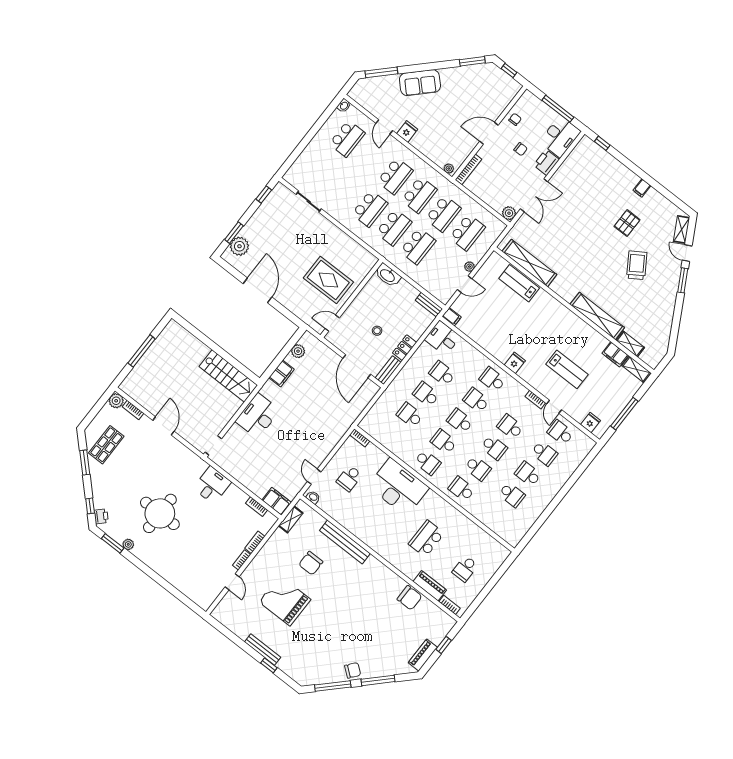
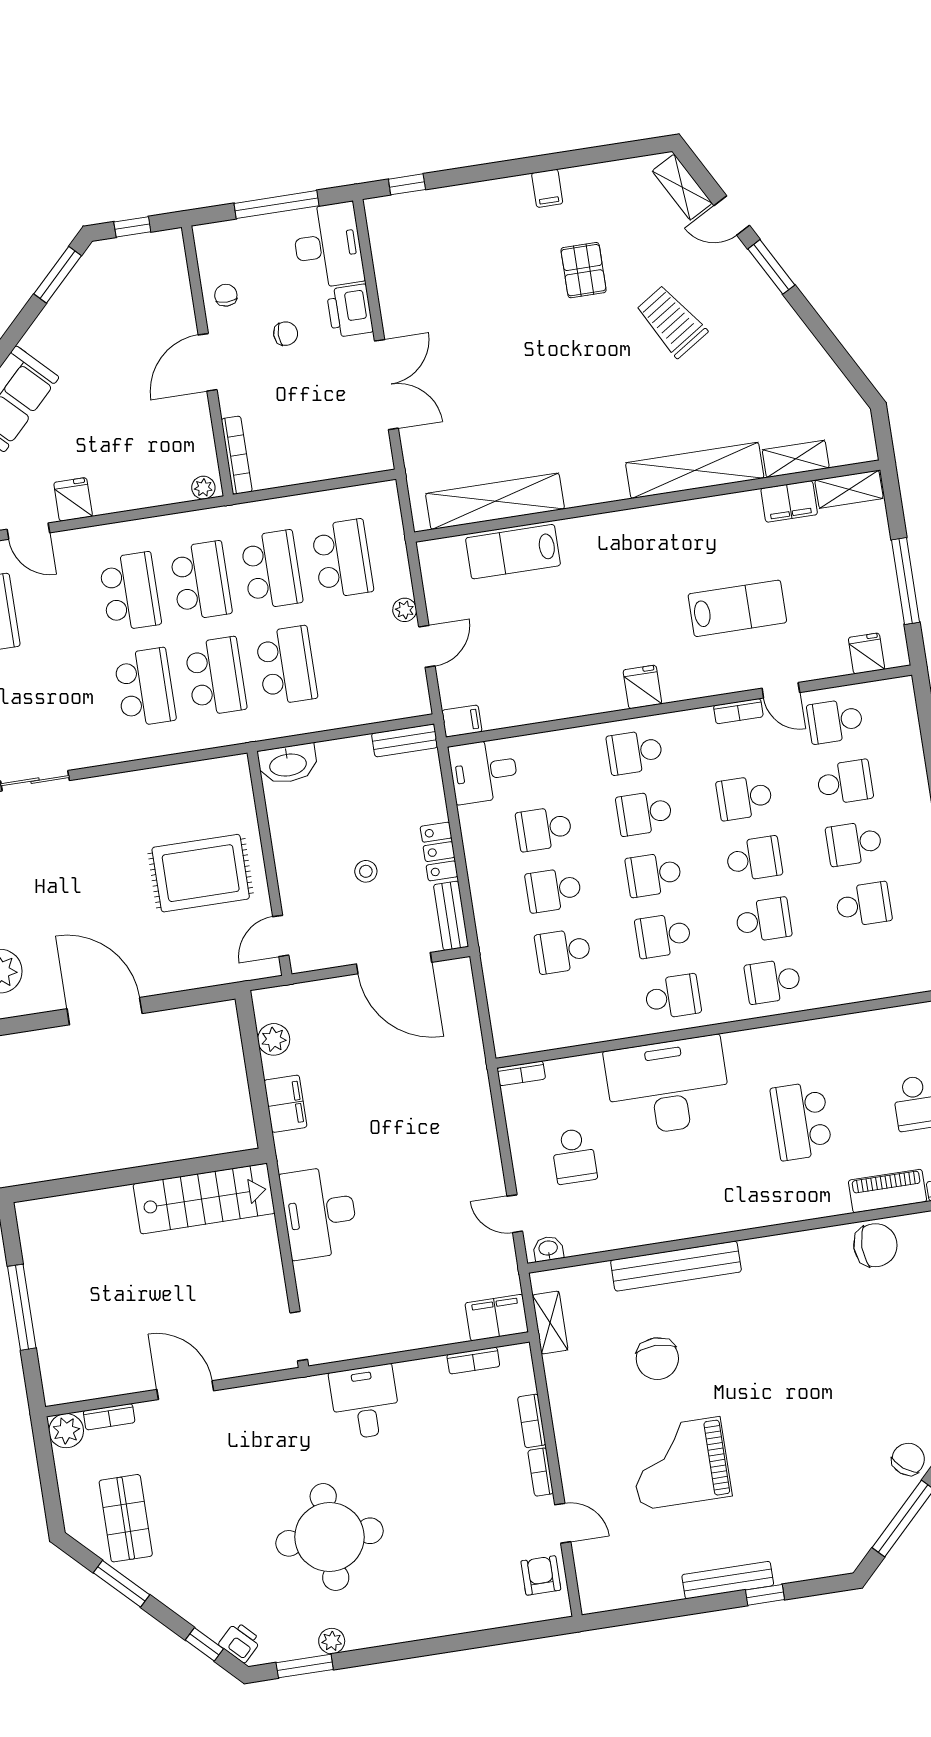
plant: (509, 213) -> (377, 456), removed
armchair: (210, 590) -> (541, 1575), added

